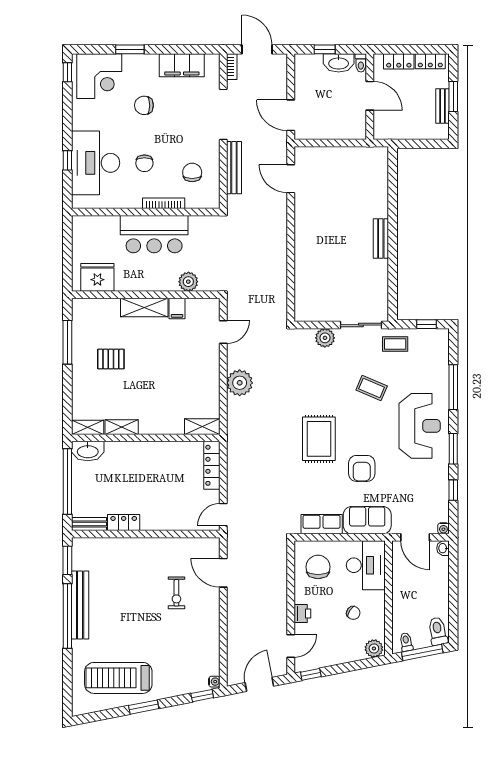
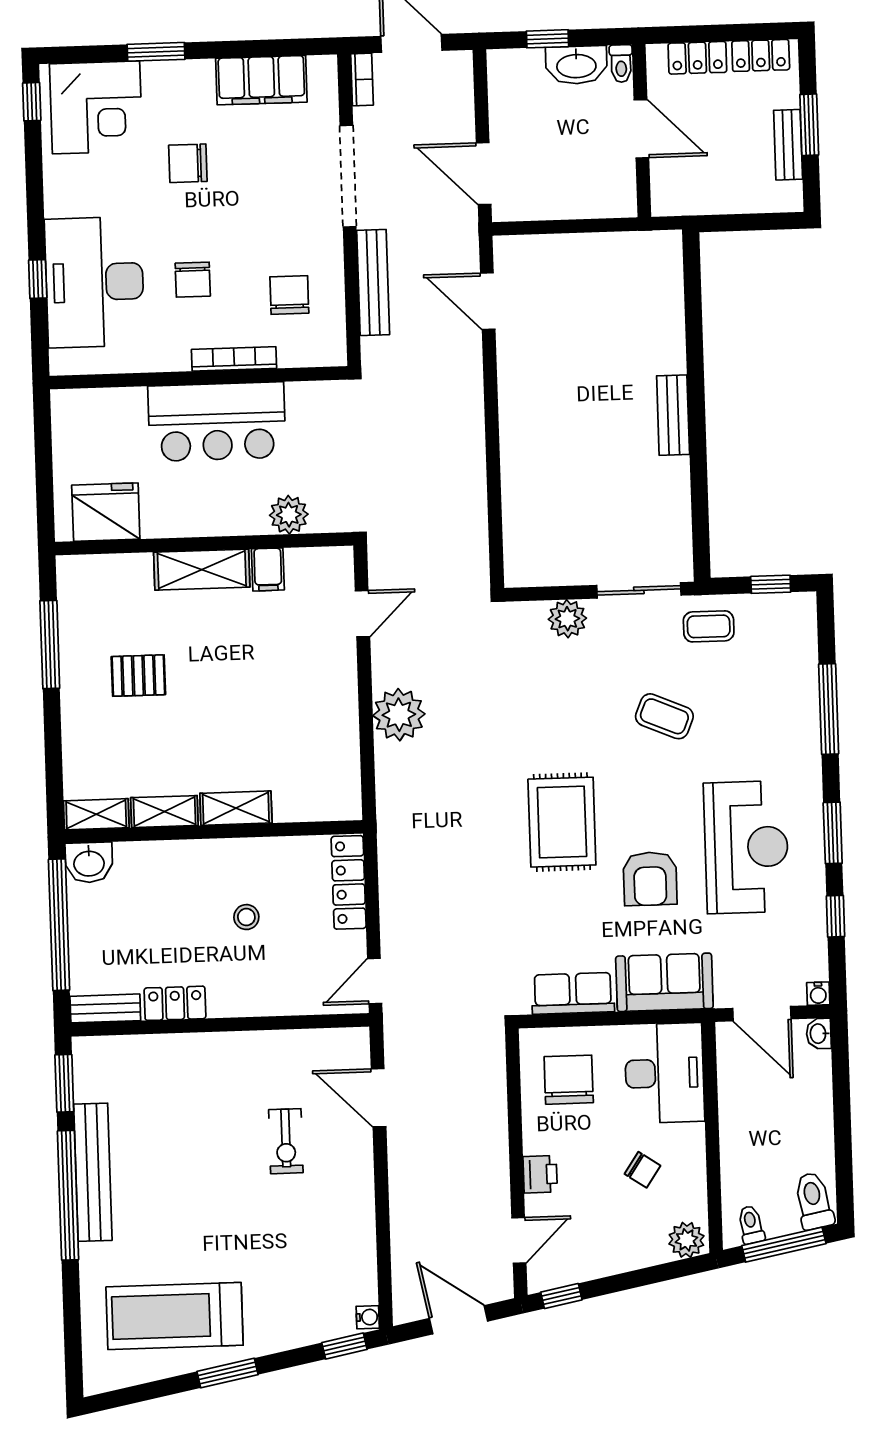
reception desk: (420, 426) -> (746, 847), moved
shelving: (202, 427) -> (236, 808), moved
washbasin: (88, 451) -> (89, 862), width x0.72
stool: (161, 481) -> (246, 917), added
door: (259, 684) -> (459, 1320), hinge flipped

